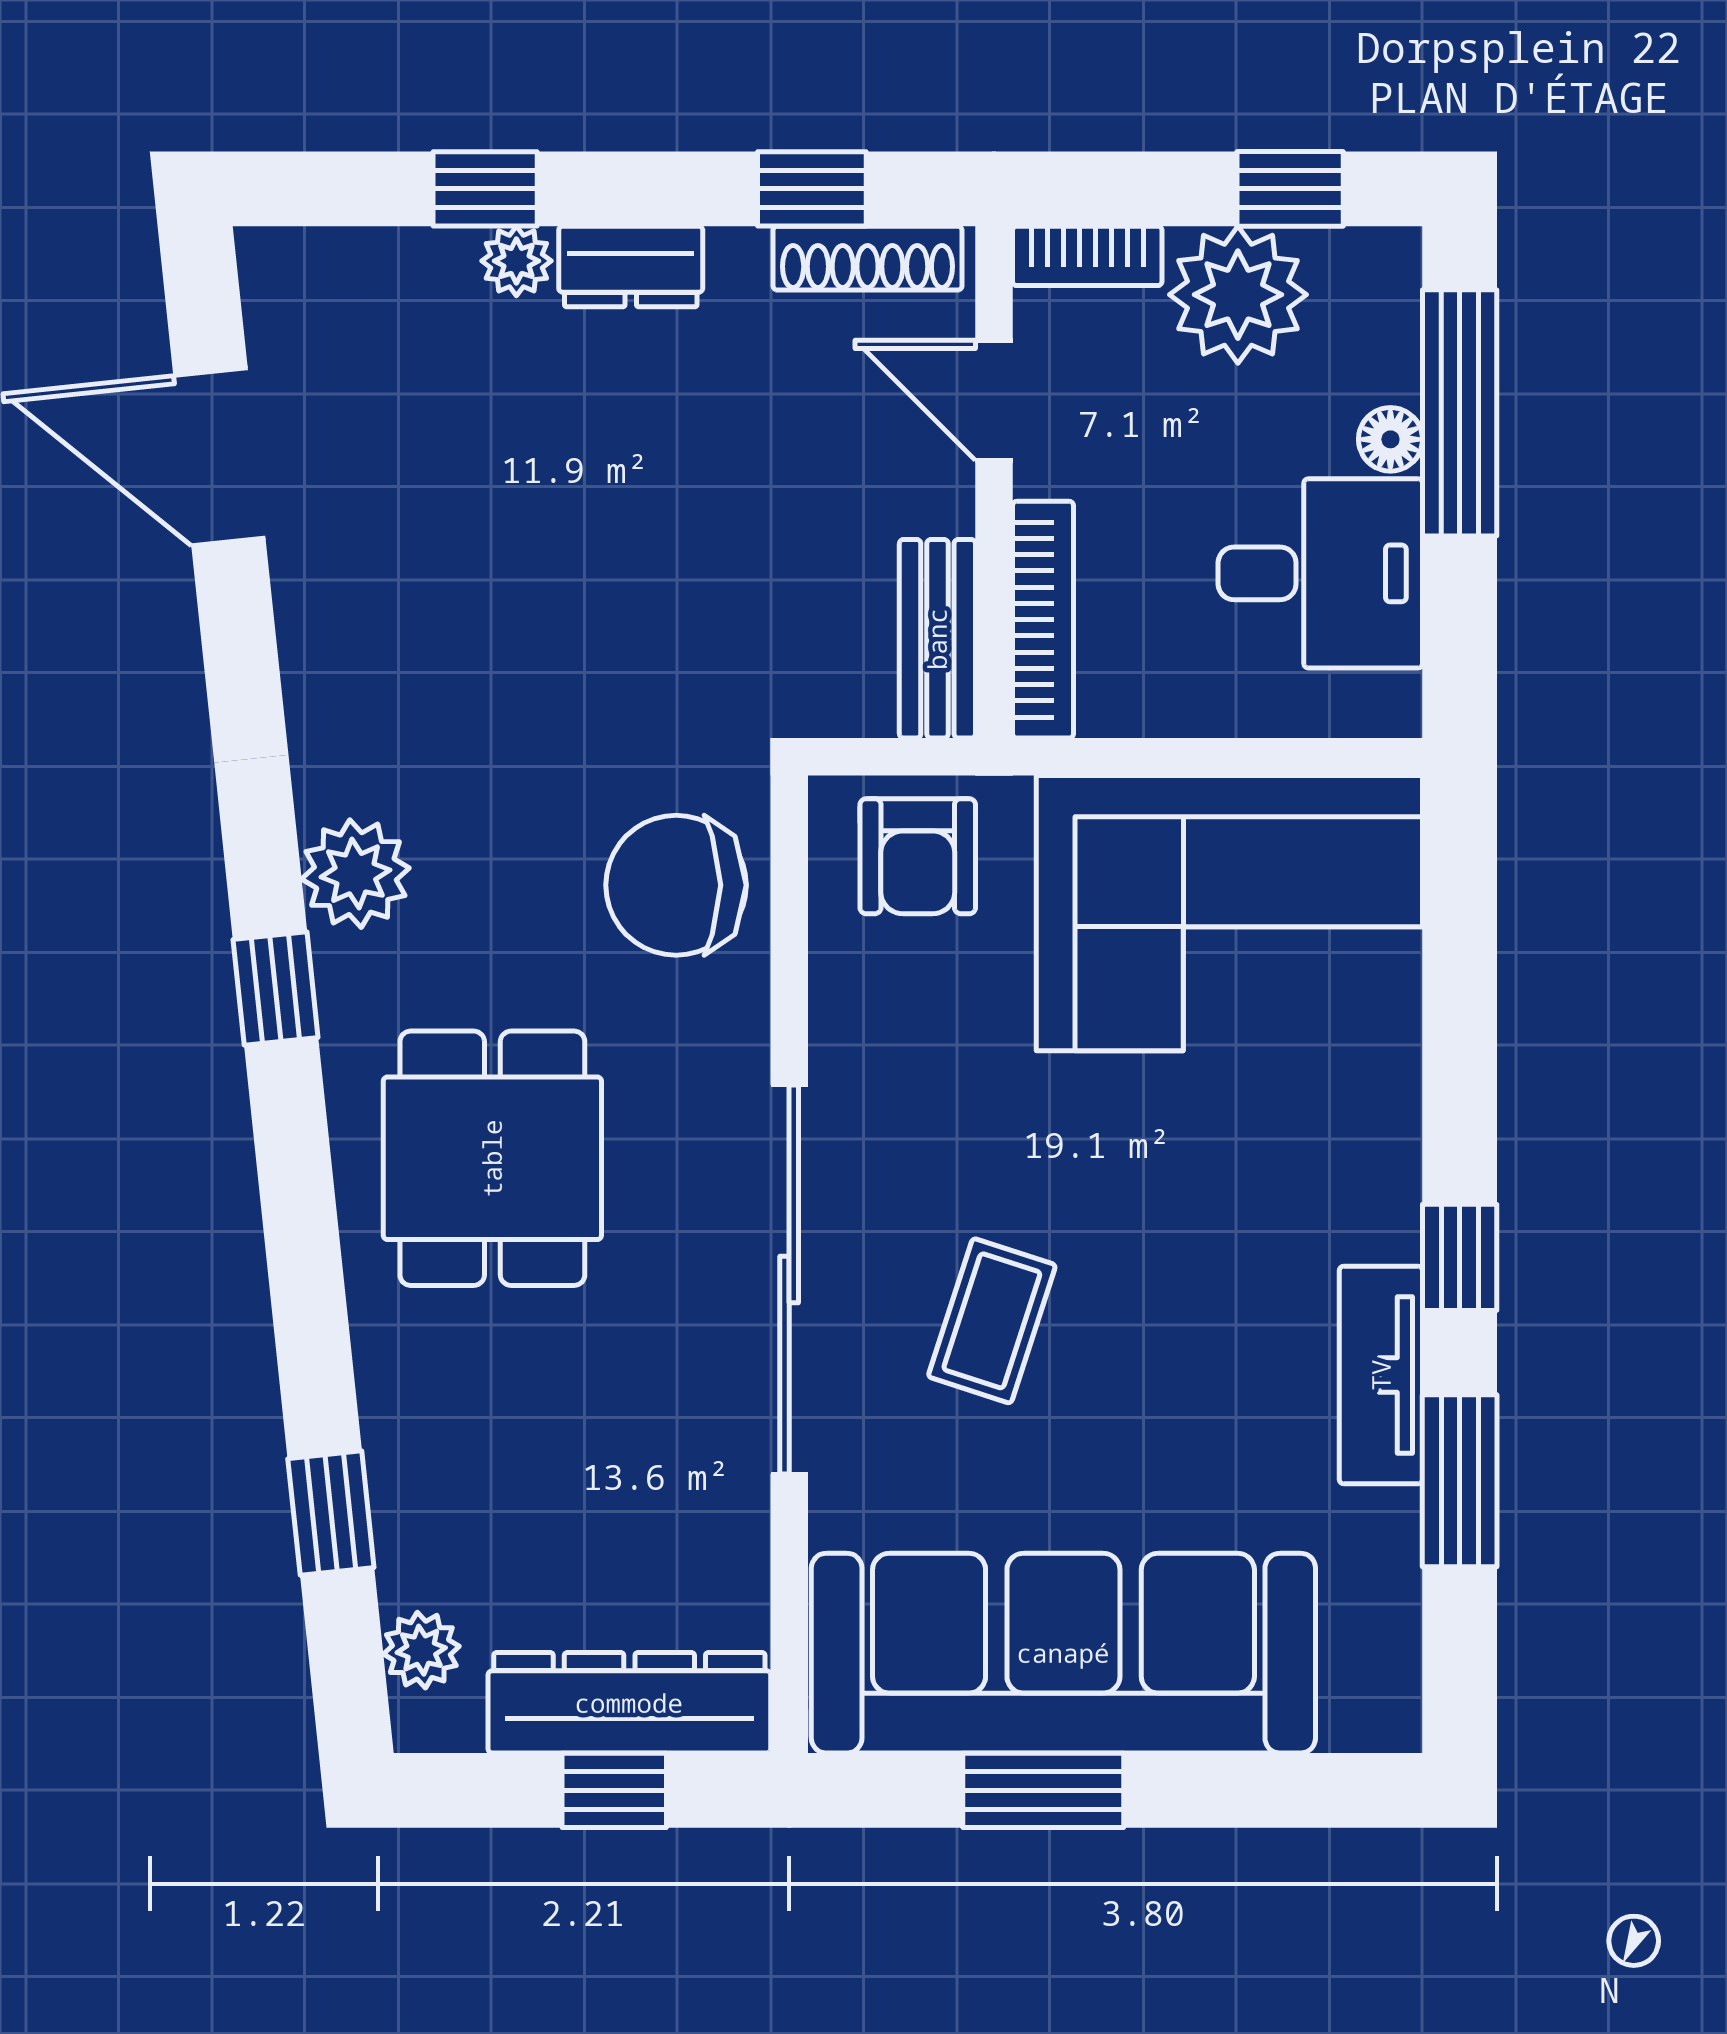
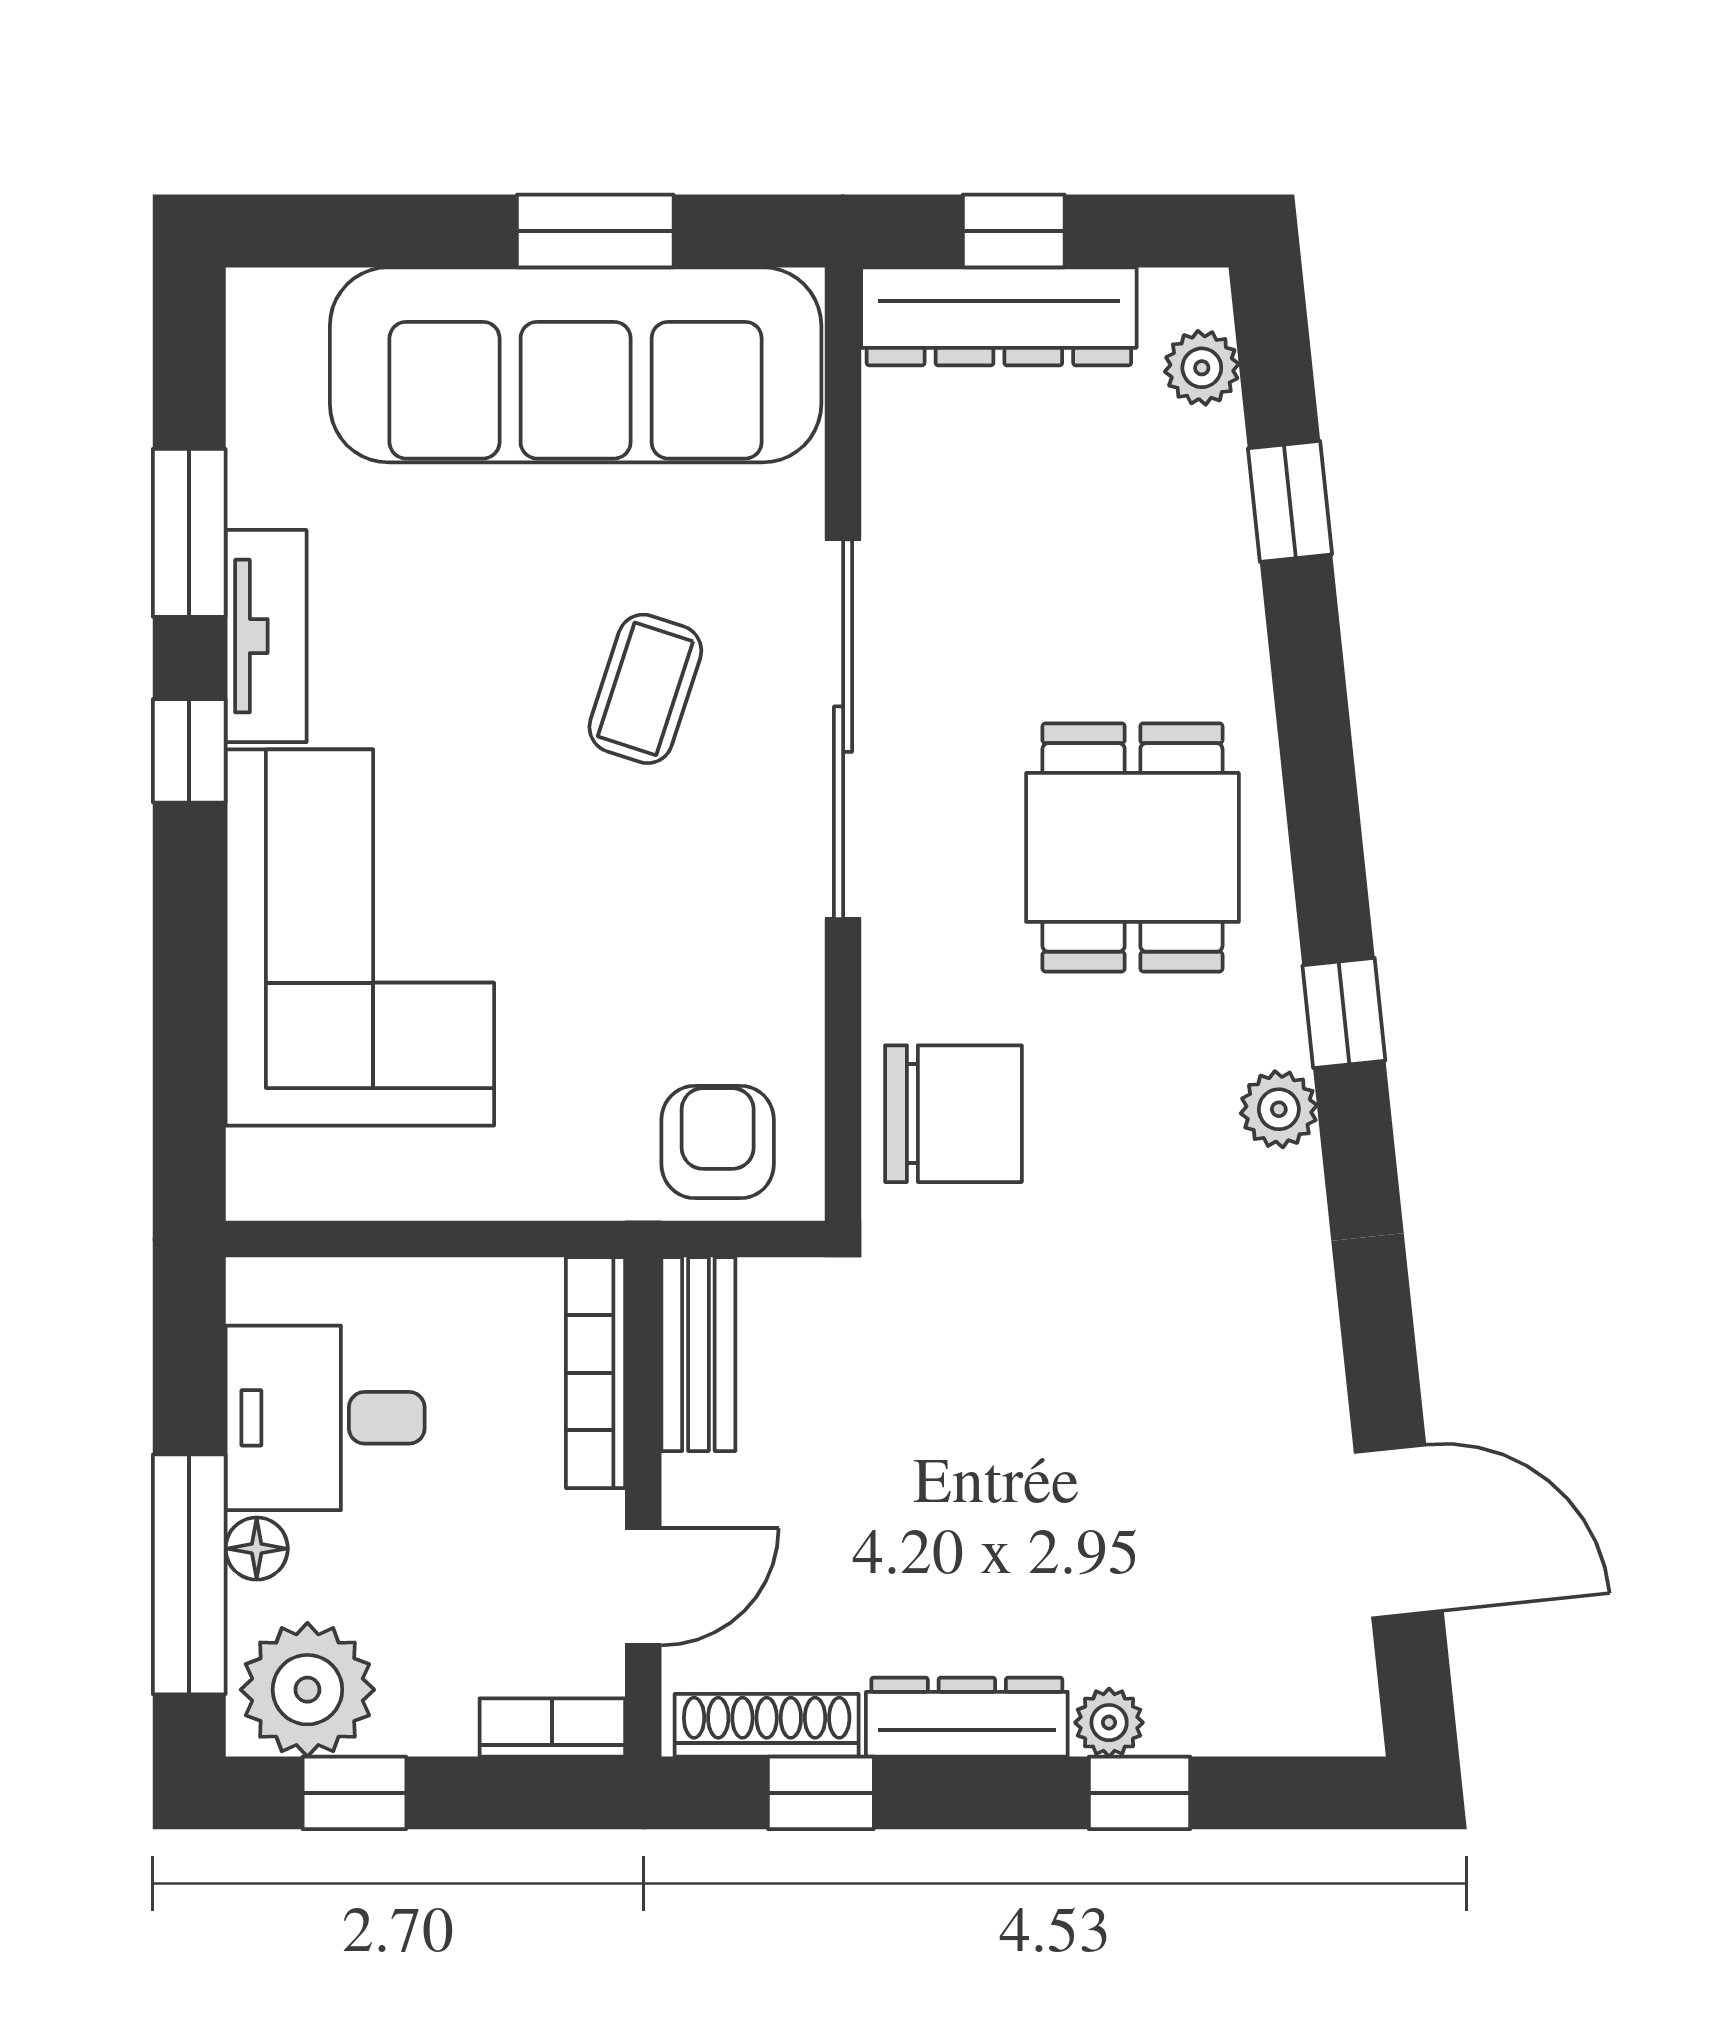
dresser: (631, 267) -> (967, 1717), width x1.44
plant: (1238, 295) -> (307, 1690), moved
door: (994, 400) -> (643, 1587), hinge flipped
plant: (355, 874) -> (1279, 1109), width x0.73, depth x0.73
corner sofa: (1229, 913) -> (360, 938), moved, turned 90

